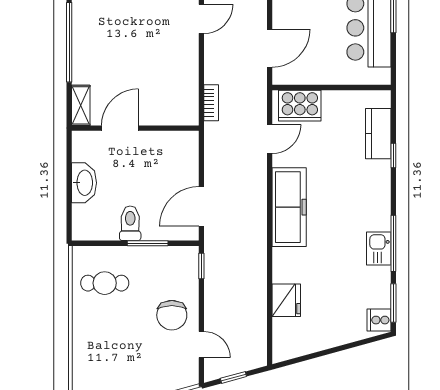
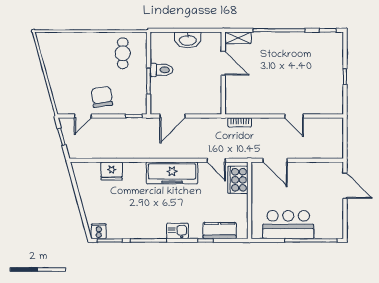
door: (201, 206) -> (172, 116), swing flipped
kitchen sink: (379, 249) -> (177, 231), moved
chair: (172, 315) -> (102, 97), turned 82

